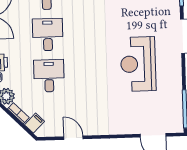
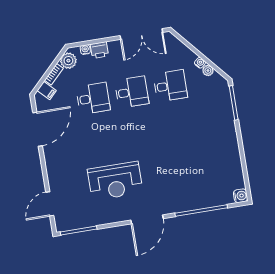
reception desk: (138, 64) -> (115, 181), turned 180
door: (73, 138) -> (38, 129), width x1.88

